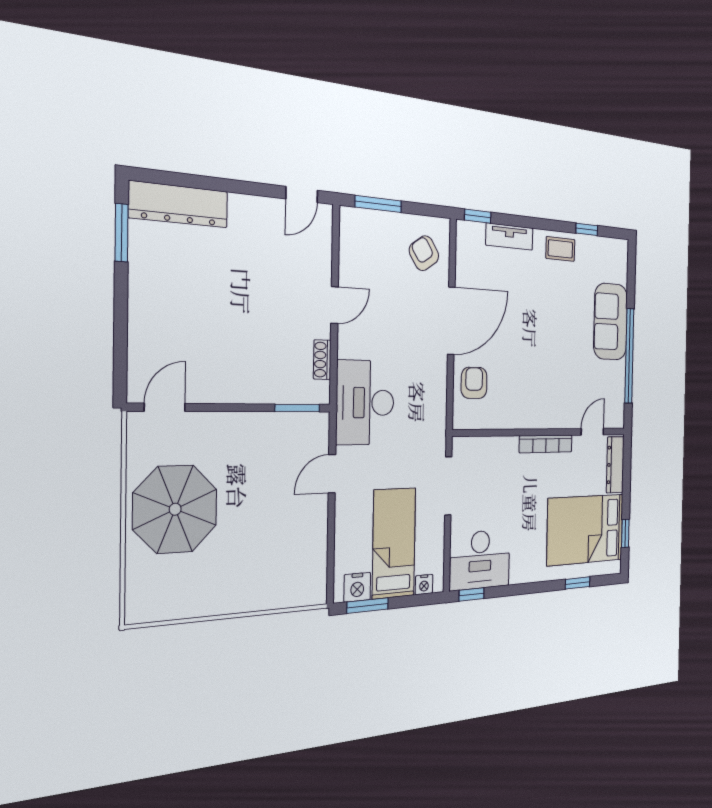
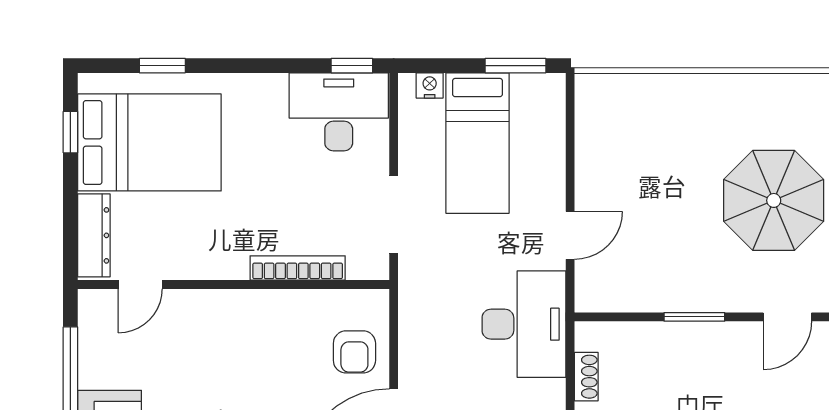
window: (297, 408) -> (694, 317), moved
bookcase: (546, 444) -> (298, 268), moved
nightstand: (357, 587) -> (531, 90), removed

